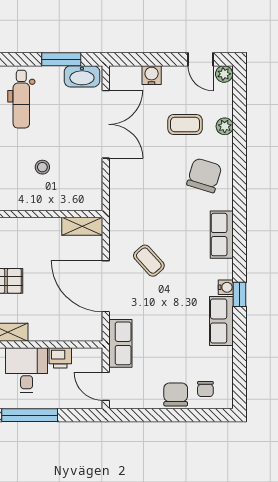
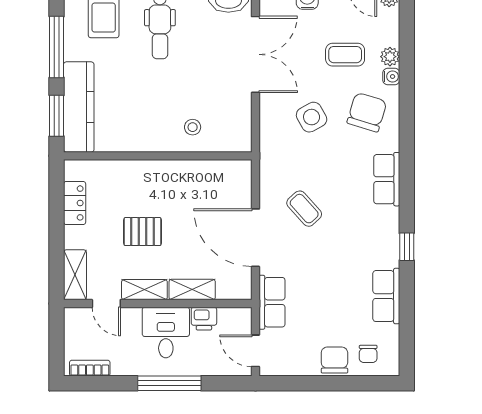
stool: (42, 167) -> (193, 127), moved
side table: (155, 180) -> (312, 117), added
shelving: (82, 226) -> (192, 290), moved
water cooler: (226, 287) -> (391, 77), moved
row of seats: (221, 321) -> (386, 296), moved

